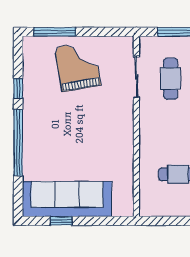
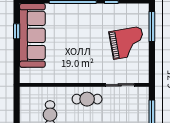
cafe table: (171, 79) -> (87, 99), moved

